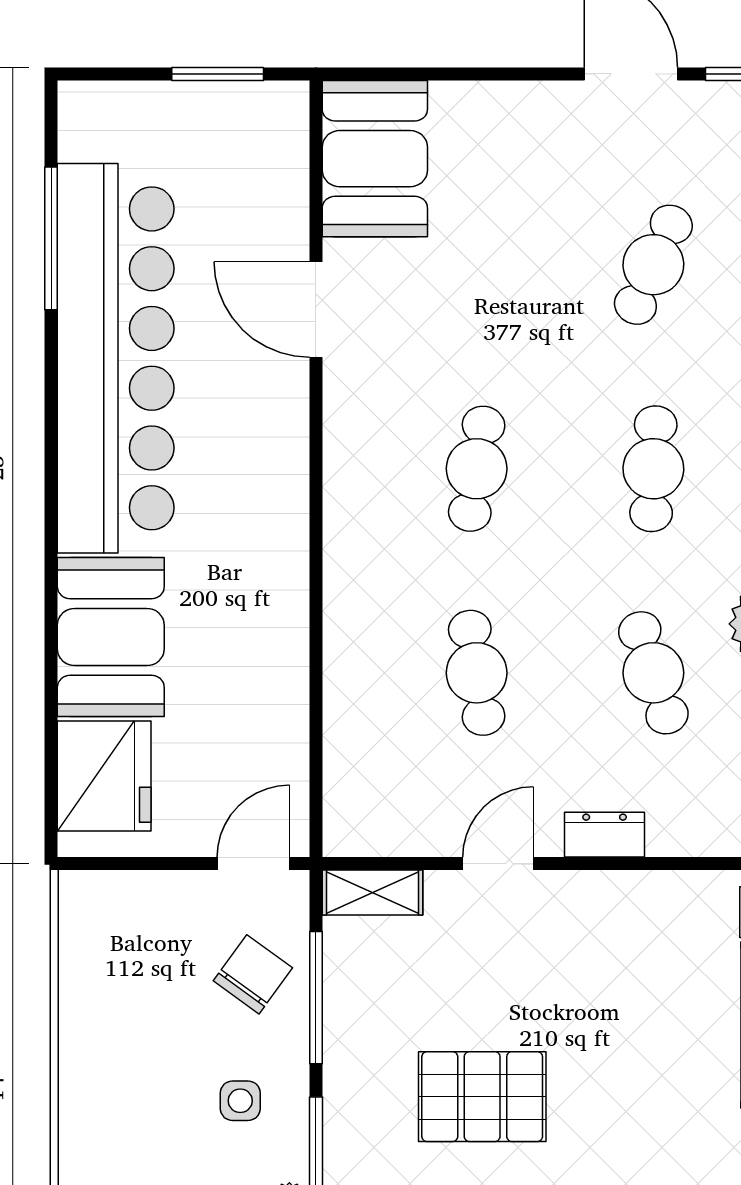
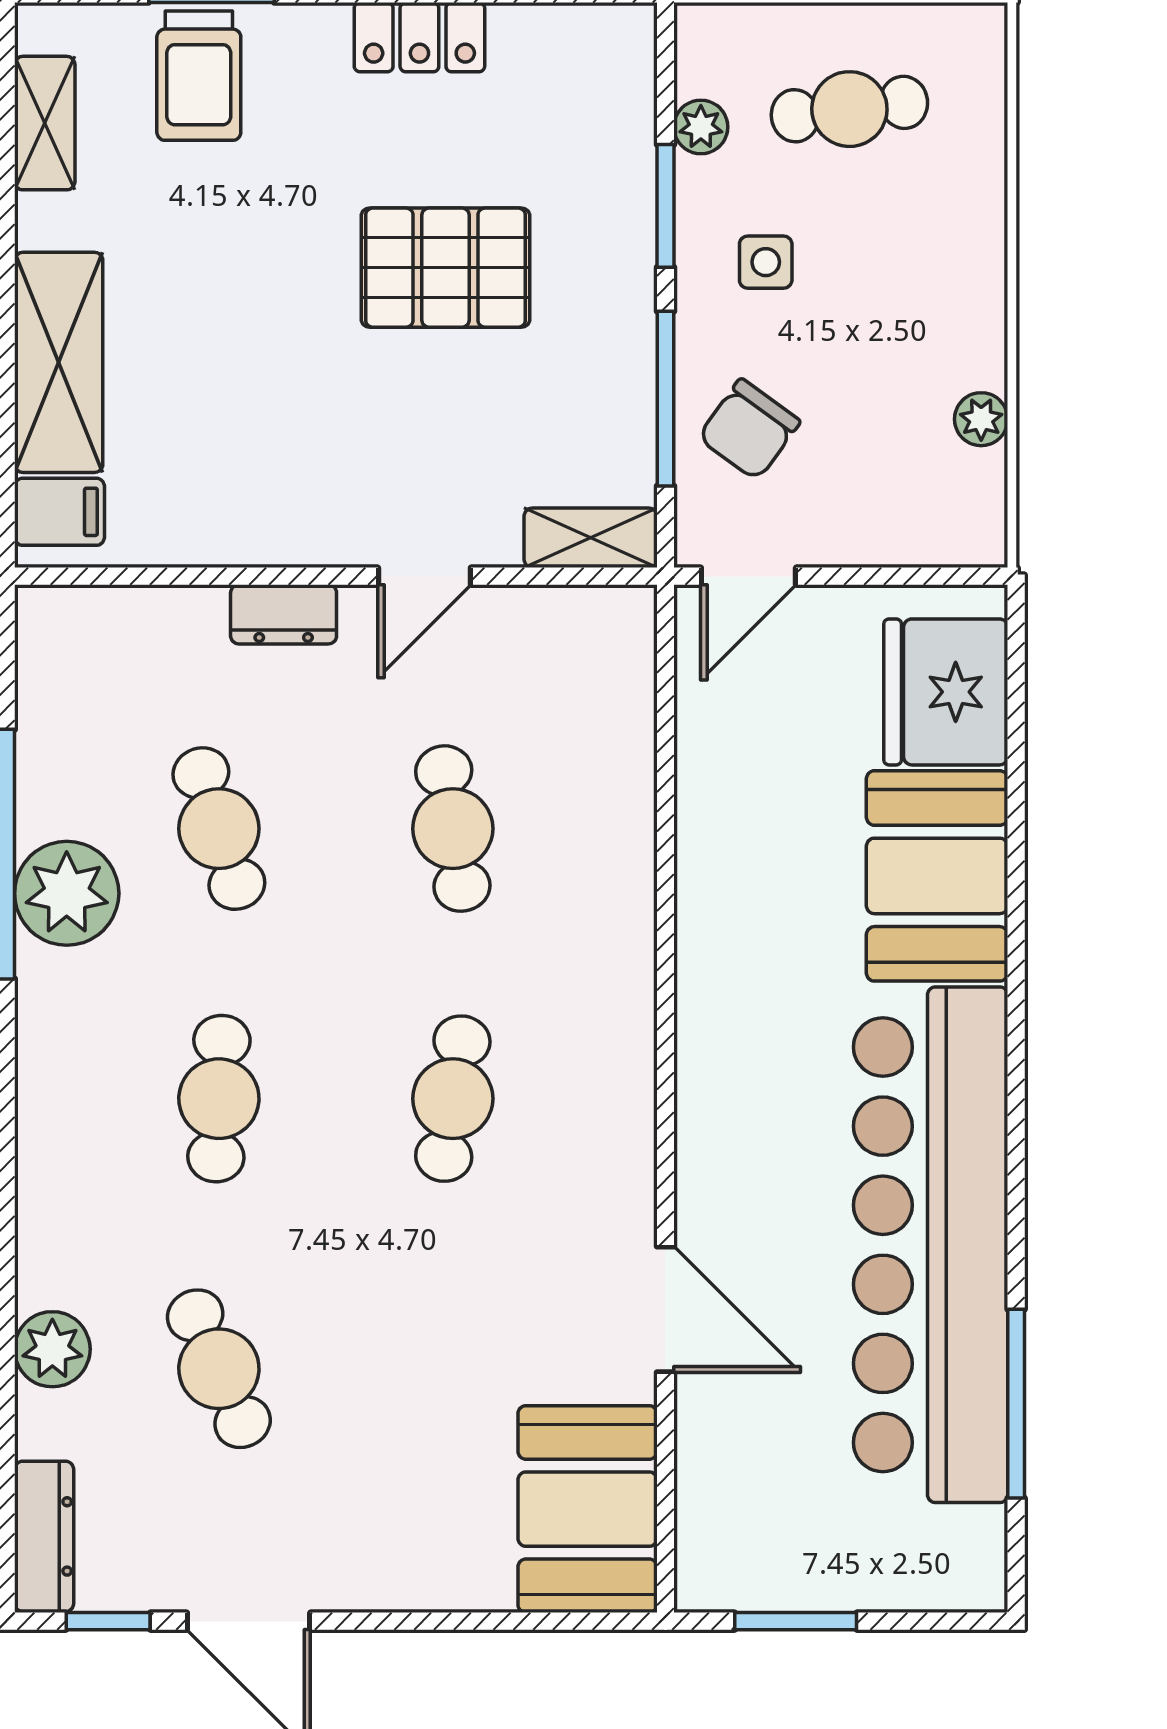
cafe table: (653, 265) -> (219, 1369), turned -48
plant: (77, 982) -> (981, 419), added

